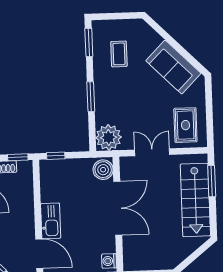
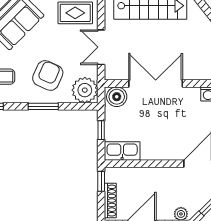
armchair: (122, 100) -> (48, 75), added
window: (56, 156) -> (101, 130), moved
kitchen sink: (51, 221) -> (122, 151), moved

